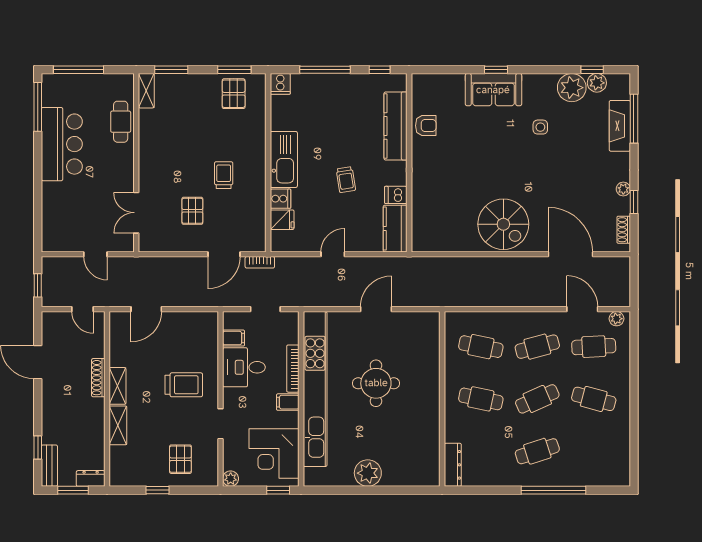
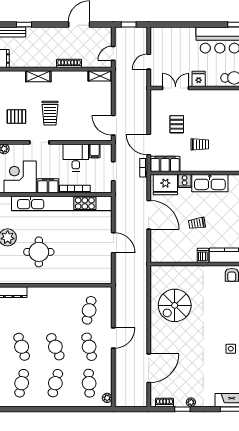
fridge: (122, 177) -> (199, 79), added
dishwasher: (396, 195) -> (203, 255), moved
pallet: (192, 211) -> (177, 124), turned 90
fridge: (282, 220) -> (165, 185), width x1.88, depth x1.34
spiral stairs: (503, 224) -> (175, 305), moved
filing cabinet: (254, 229) -> (165, 164), added
kitchen counter: (395, 229) -> (165, 255), removed
door: (333, 254) -> (149, 215), width x1.87
door: (146, 309) -> (113, 125), moved
door: (582, 309) -> (113, 338), moved
round table: (376, 383) -> (39, 252), moved
trolley: (184, 385) -> (50, 113), moved
shelving: (117, 386) -> (100, 76), moved
cafe table: (481, 399) -> (22, 383), moved
filing cabinet: (288, 402) -> (48, 186), width x2.00

